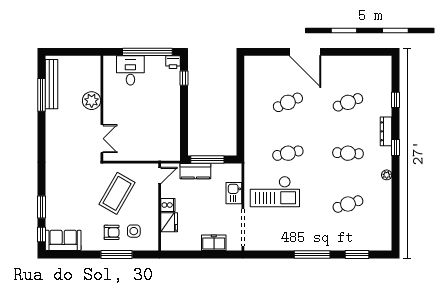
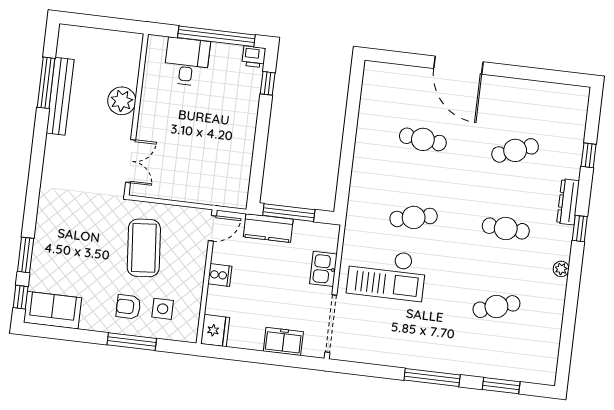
bench: (52, 84) -> (60, 96), moved
cafe table: (288, 102) -> (423, 139), turned 30
coffee table: (117, 193) -> (144, 248), turned -35
fridge: (169, 222) -> (215, 331), moved
armchair: (112, 232) -> (128, 307), turned 180

